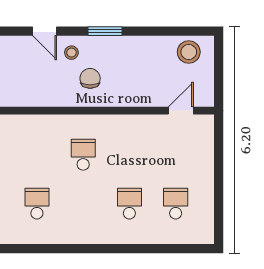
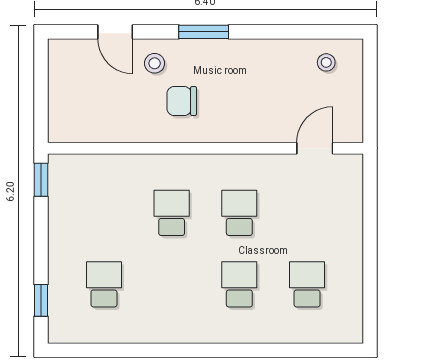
stool: (189, 52) -> (326, 62), width x0.53, depth x0.53
chair: (90, 78) -> (182, 101), turned -90
school desk: (129, 155) -> (239, 213), added

